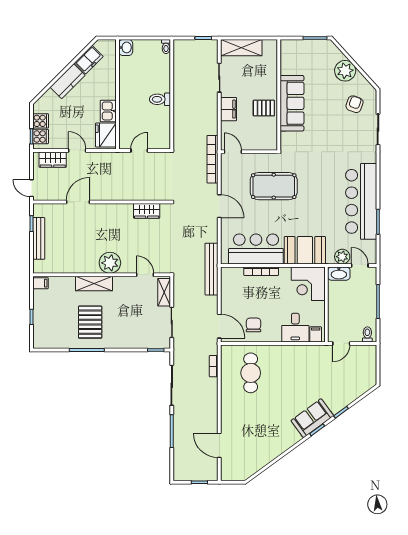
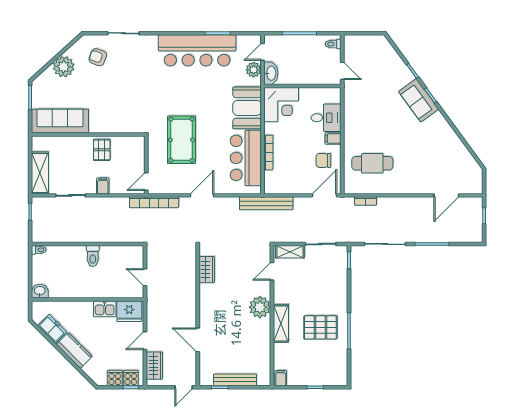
sofa: (292, 103) -> (60, 121), moved
filing cabinet: (228, 109) -> (103, 186), width x0.50
filing cabinet: (316, 334) -> (333, 138), moved

